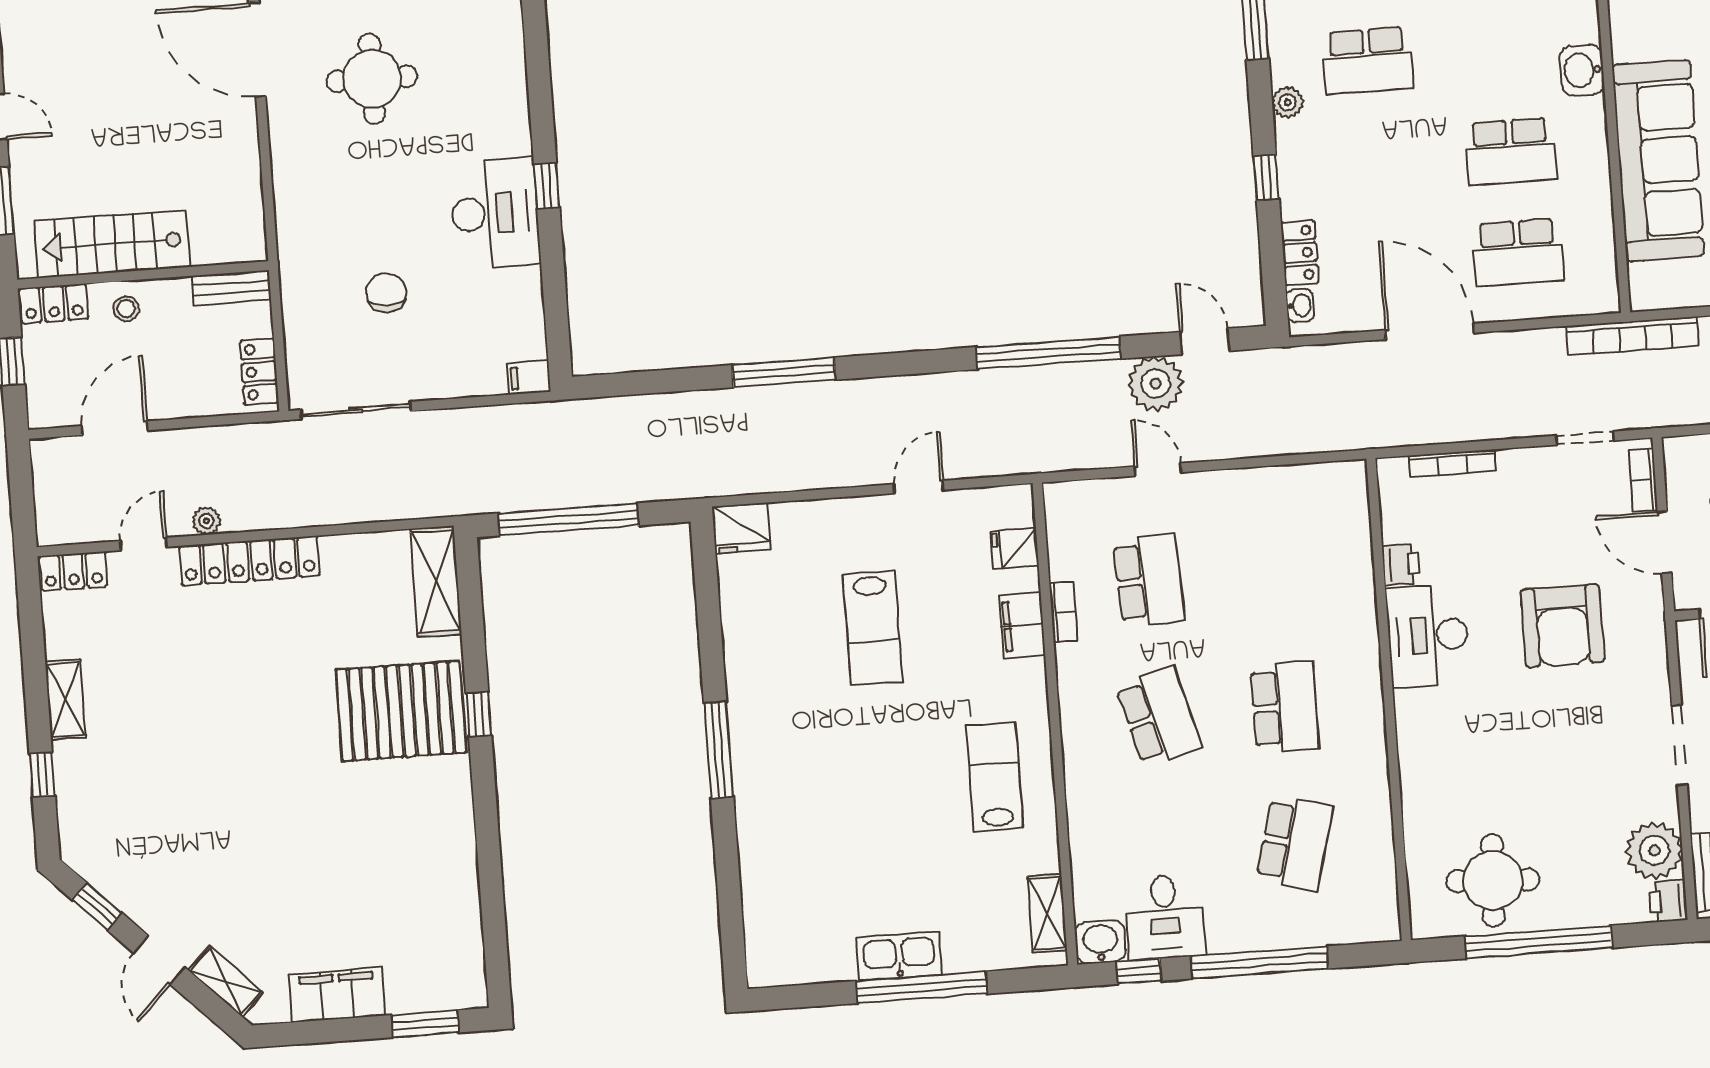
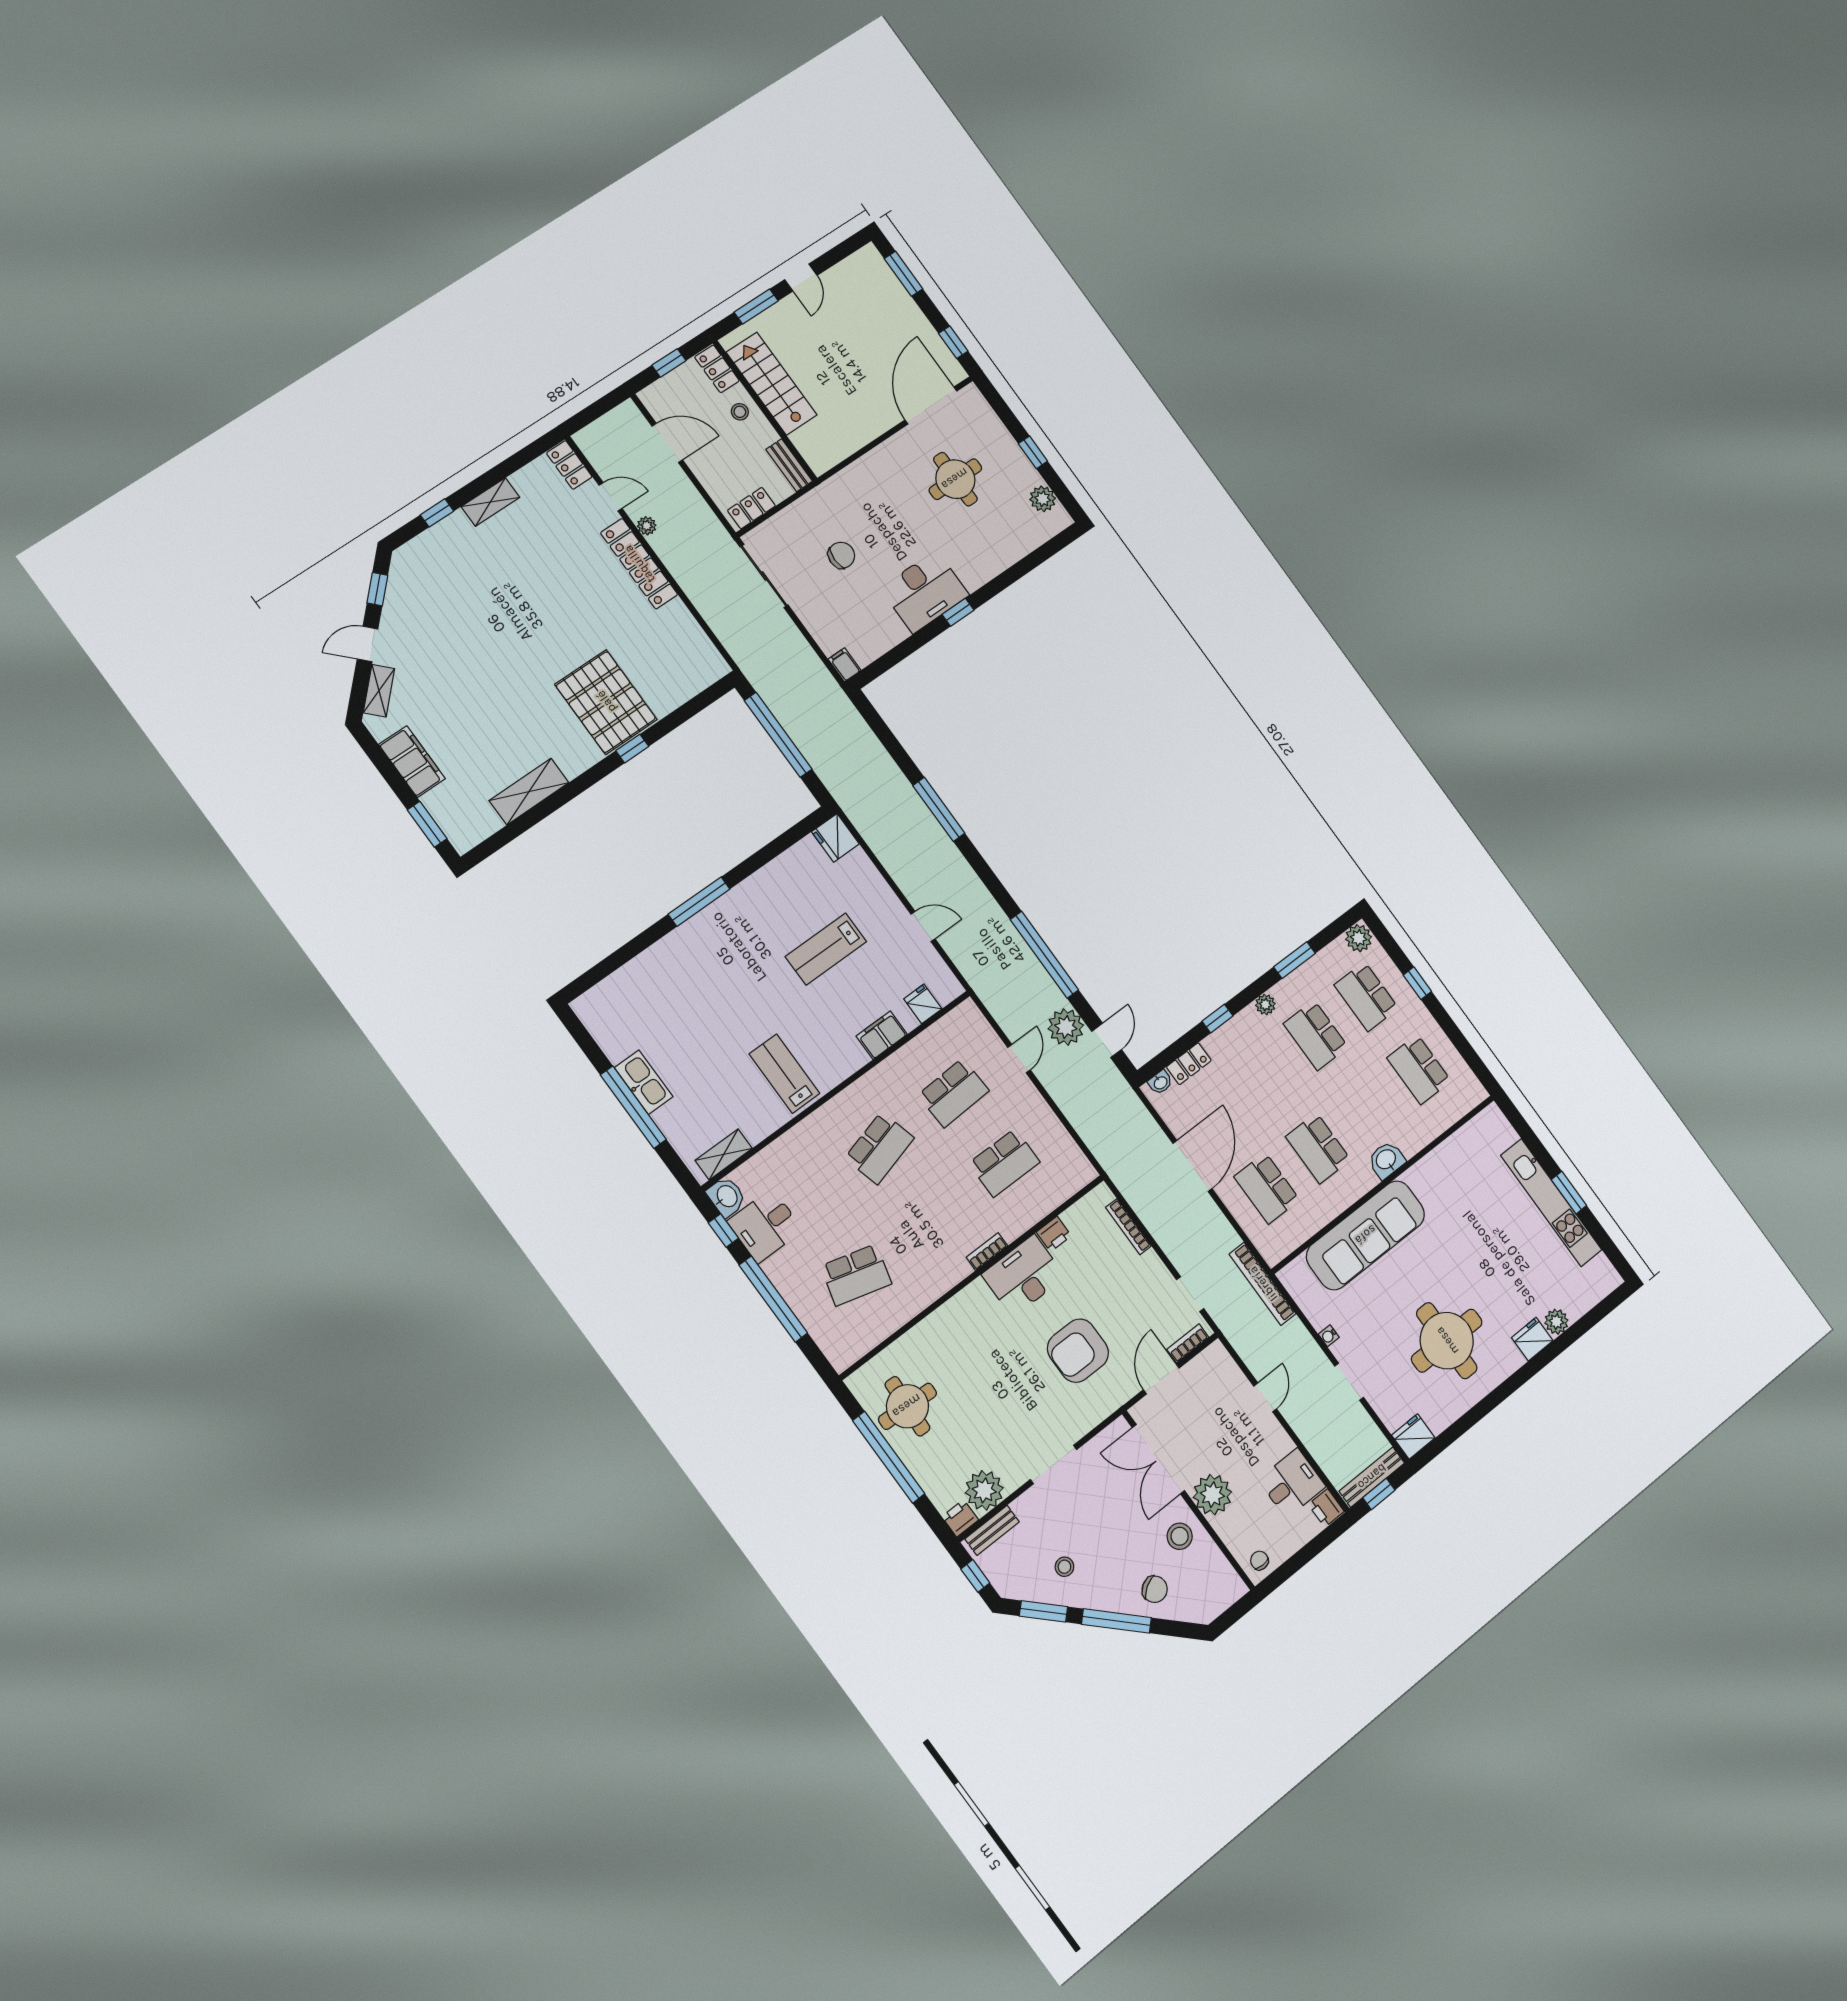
shelving: (436, 581) -> (529, 792), moved
bookcase: (1063, 612) -> (987, 1252), moved, turned 180
school desk: (1285, 707) -> (1004, 1163), moved
lab bench: (995, 777) -> (784, 1074), turned -90

